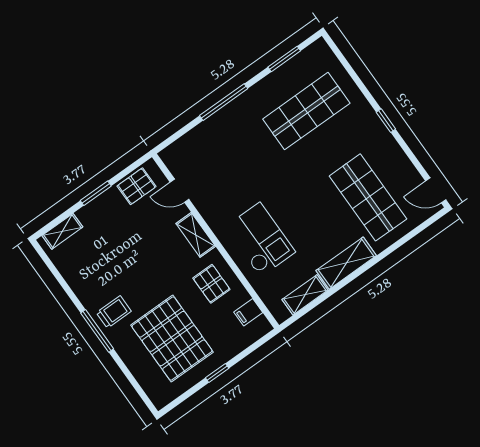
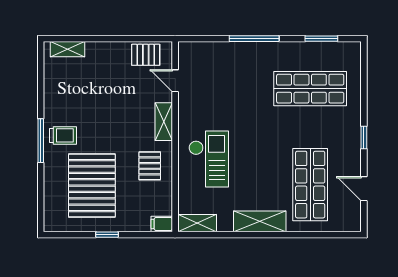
door: (436, 190) -> (364, 189), moved
window: (96, 193) -> (112, 39), removed
shelving: (305, 295) -> (197, 223), moved
filing cabinet: (248, 312) -> (162, 224), moved

